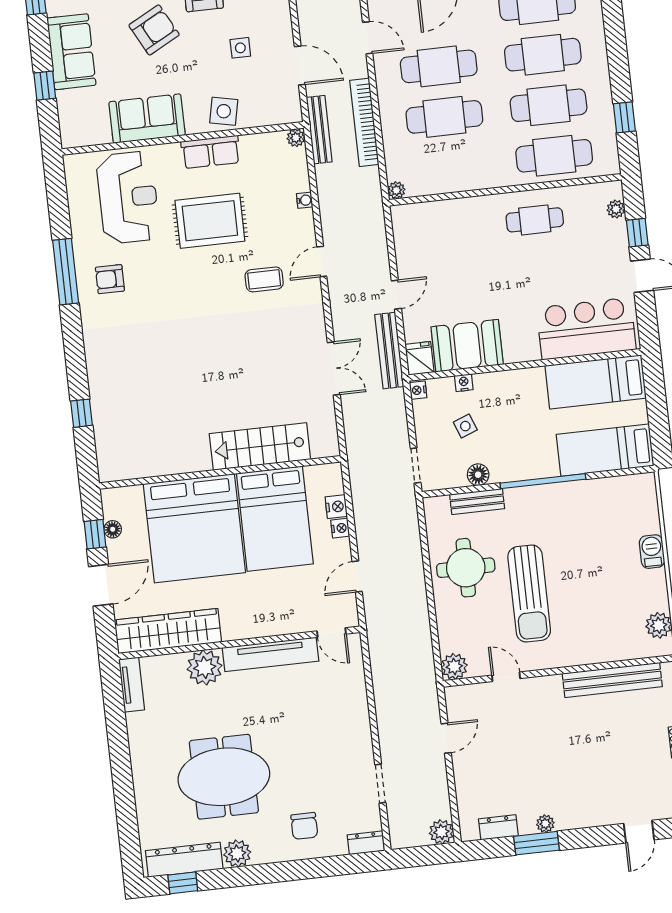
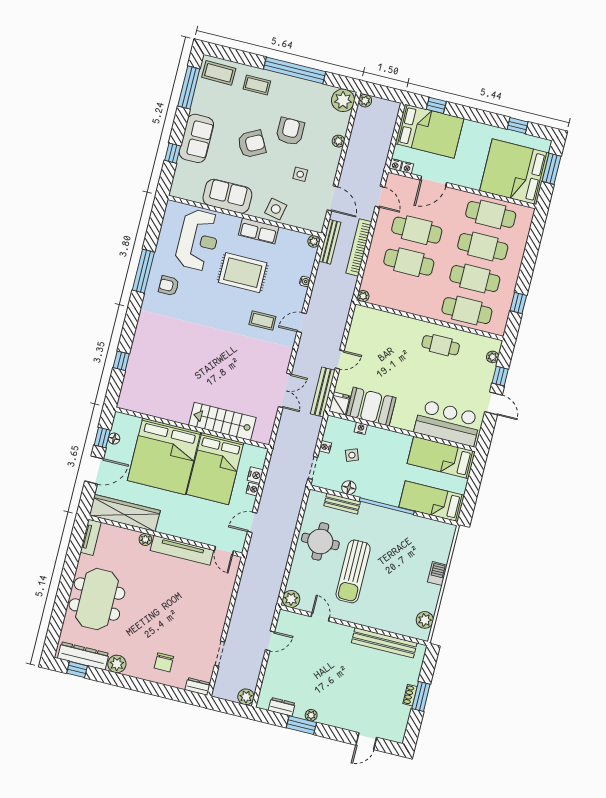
nightstand: (418, 390) -> (325, 447), moved
plant: (205, 667) -> (145, 539), width x0.53, depth x0.53
meeting table: (224, 777) -> (97, 599), moved, turned 90

